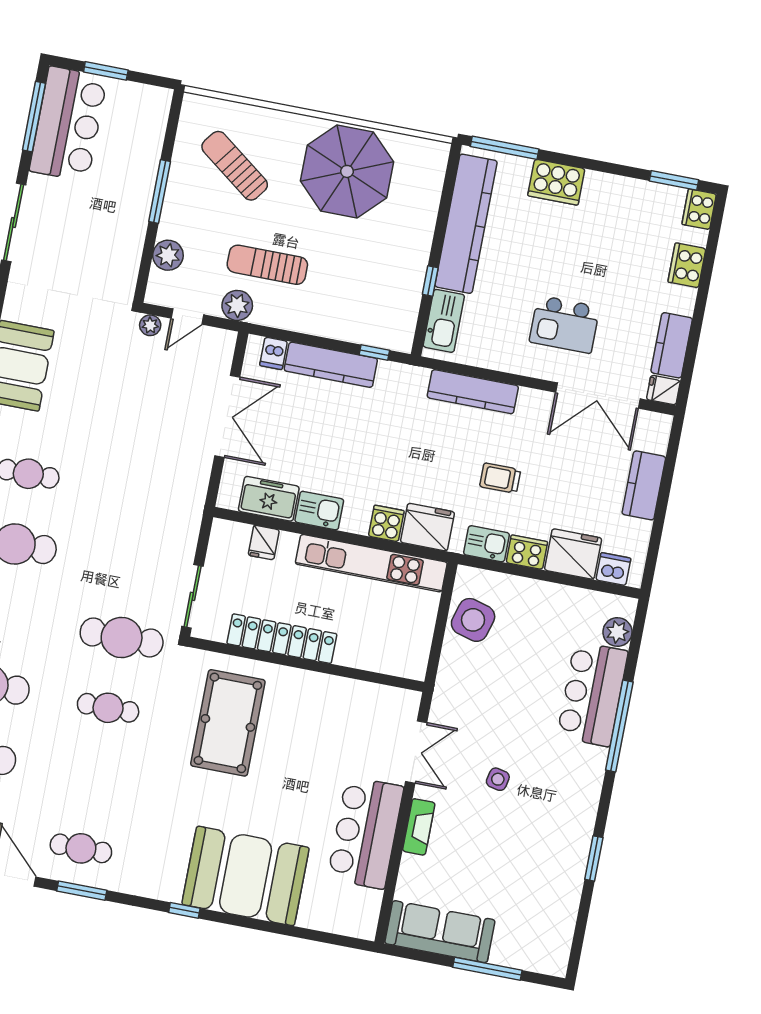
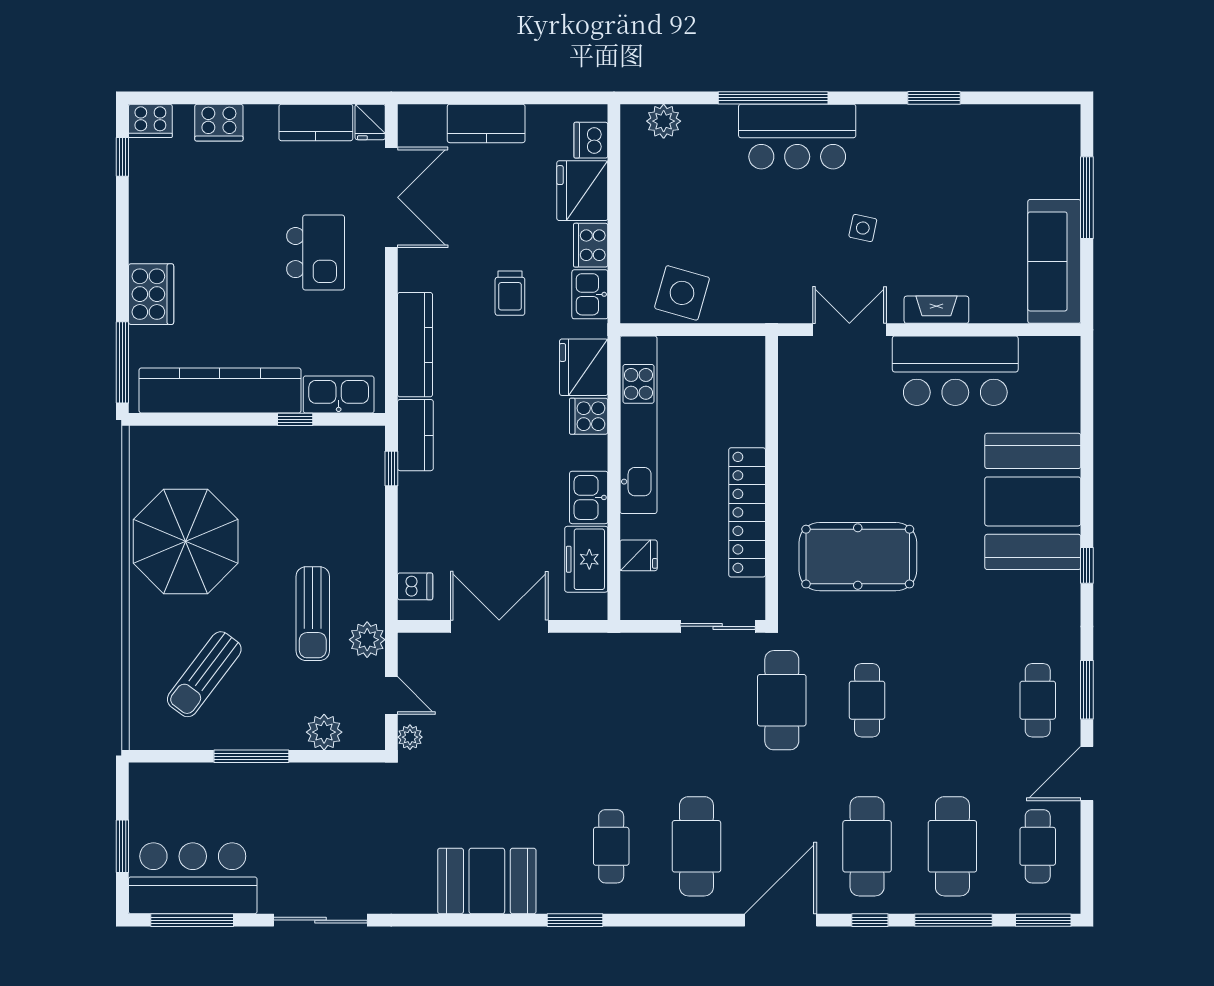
window: (674, 180) -> (122, 157), width x0.67
kitchen counter: (331, 365) -> (415, 435), moved, width x0.67
bar counter: (592, 694) -> (797, 137), moved

